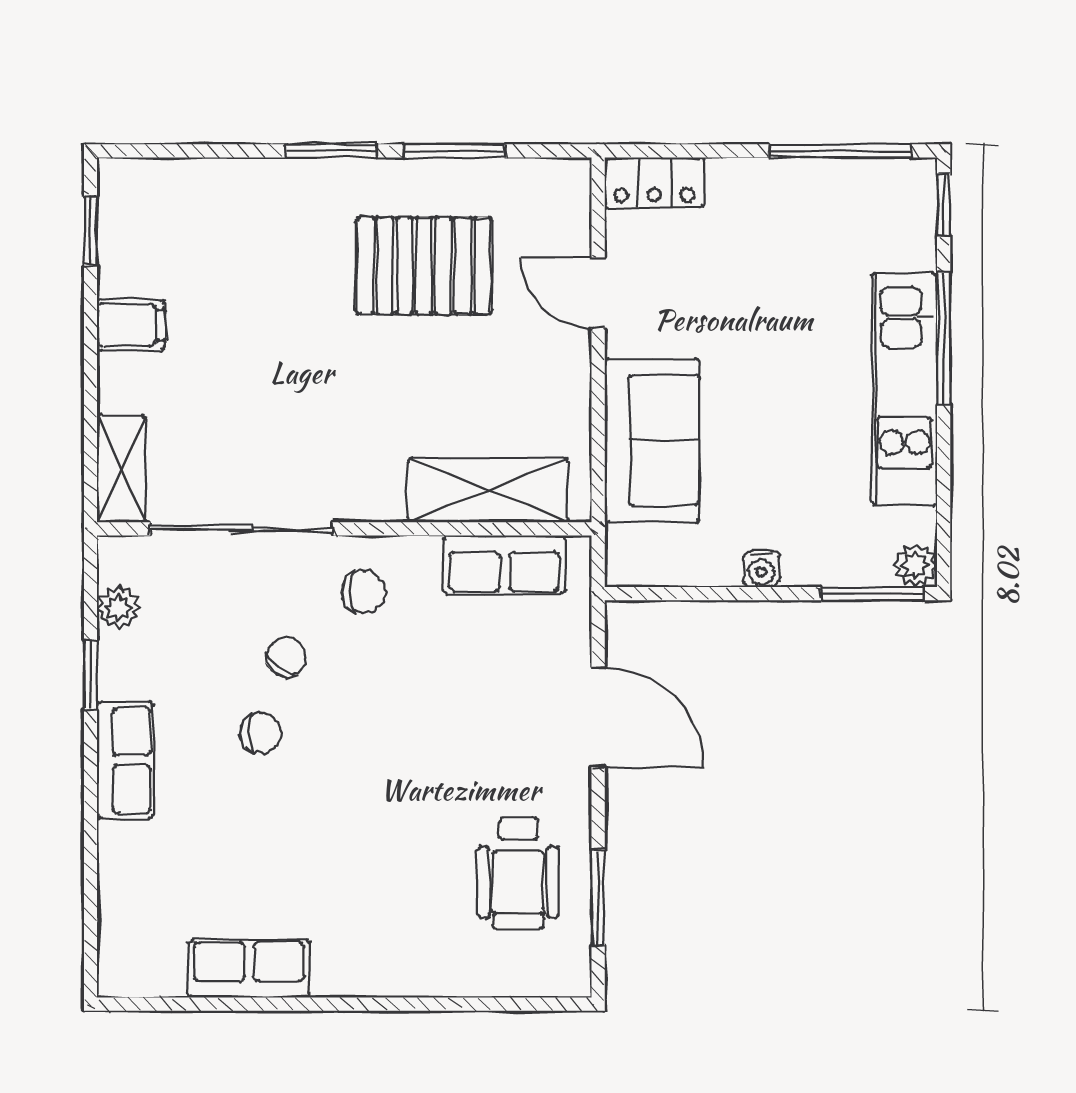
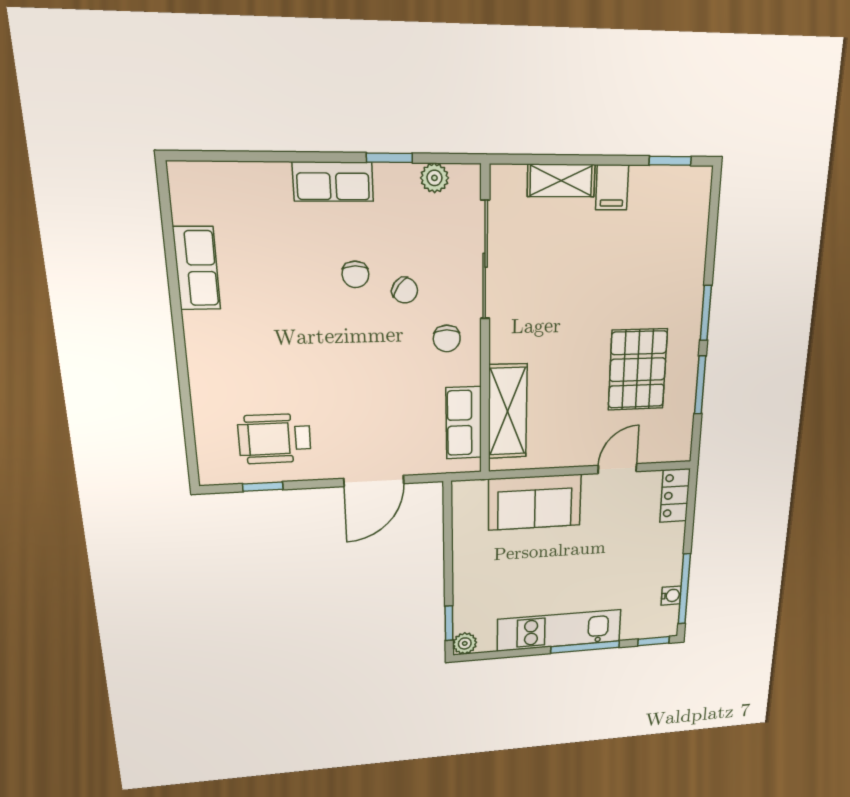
shelving: (121, 469) -> (561, 180), moved
water cooler: (761, 569) -> (671, 596), moved, turned 180
window: (872, 594) -> (449, 623), width x0.67
window: (598, 898) -> (263, 487), width x0.67

